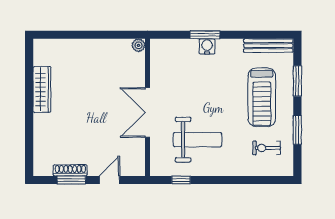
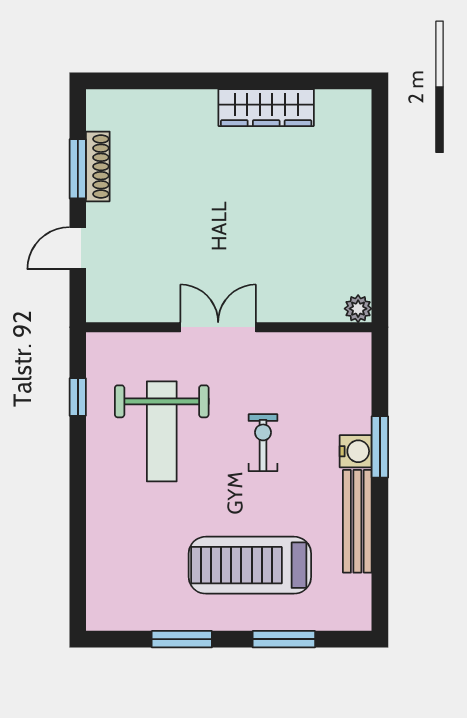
bench: (268, 46) -> (357, 521), moved
double door: (147, 113) -> (218, 327), width x0.73
exercise bike: (267, 148) -> (263, 443), moved
door: (110, 180) -> (78, 248), swing flipped

